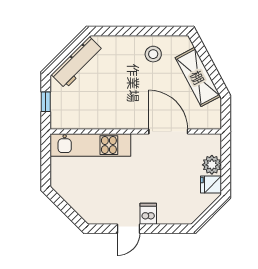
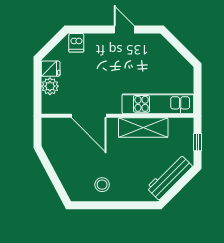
shelving: (198, 77) -> (143, 128), moved, turned -62
dishwasher: (148, 214) -> (76, 43), moved
door: (128, 229) -> (124, 29), hinge flipped

